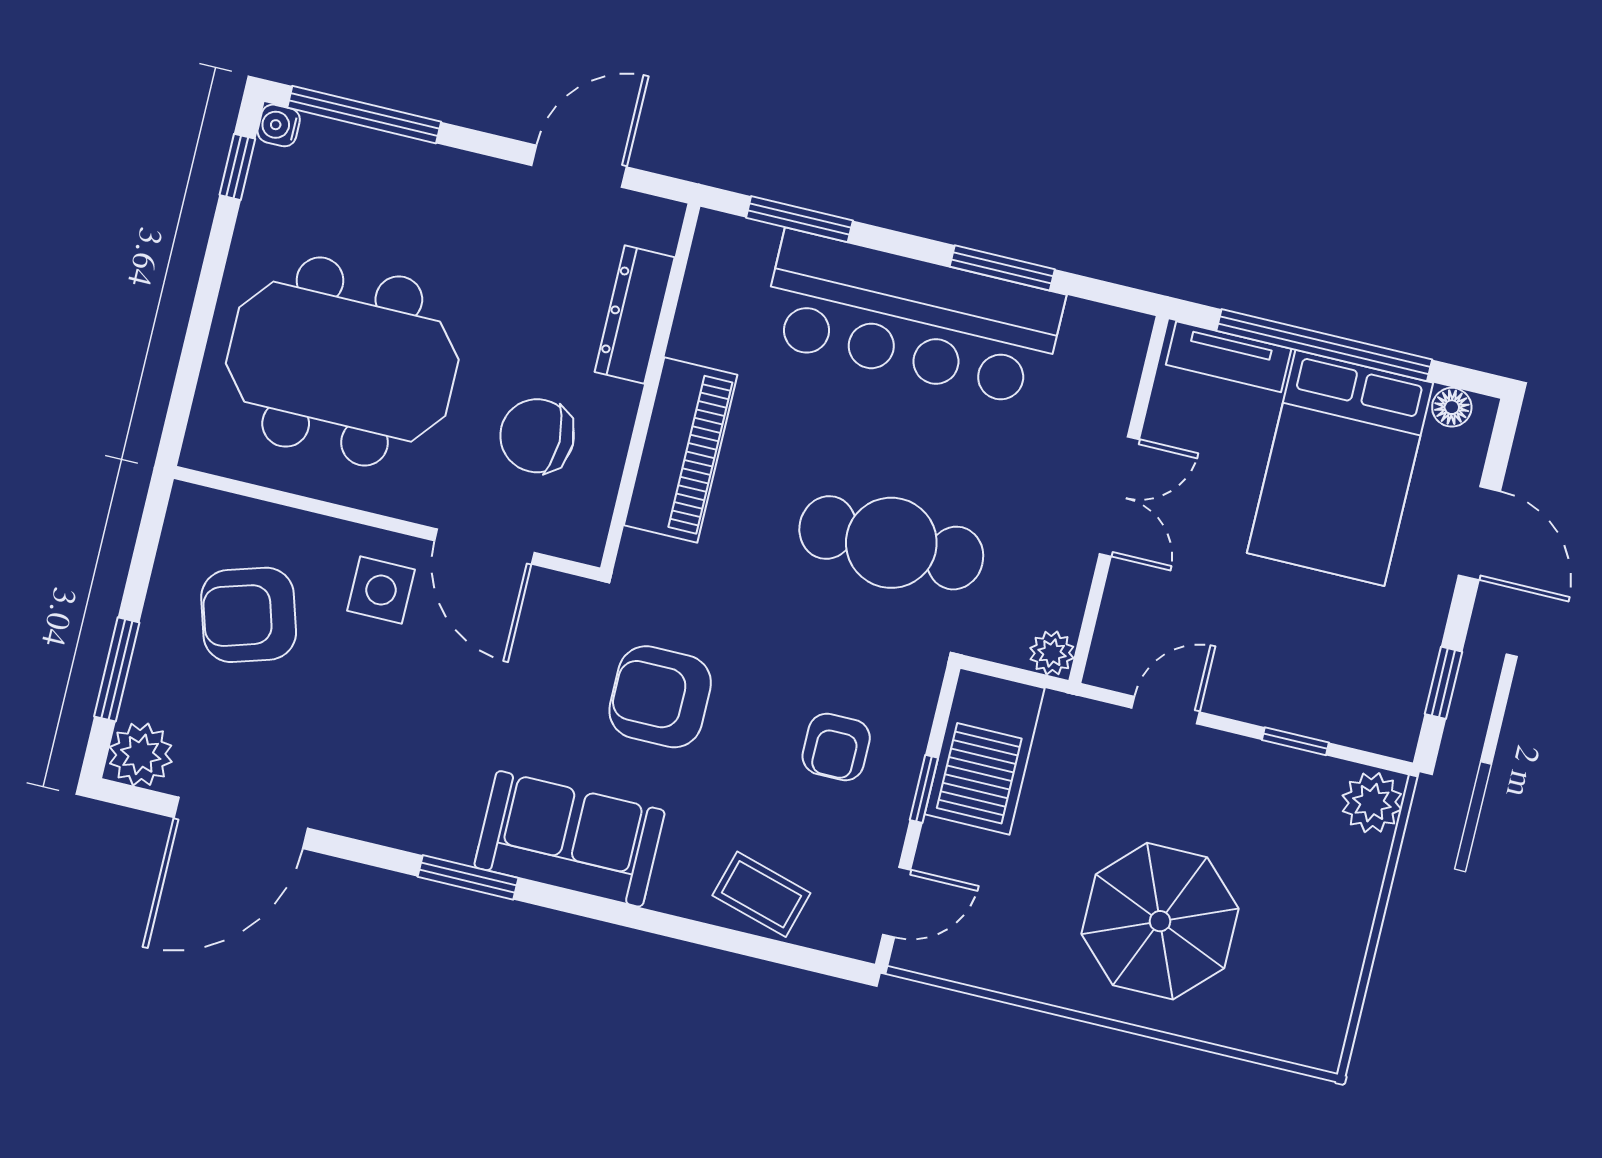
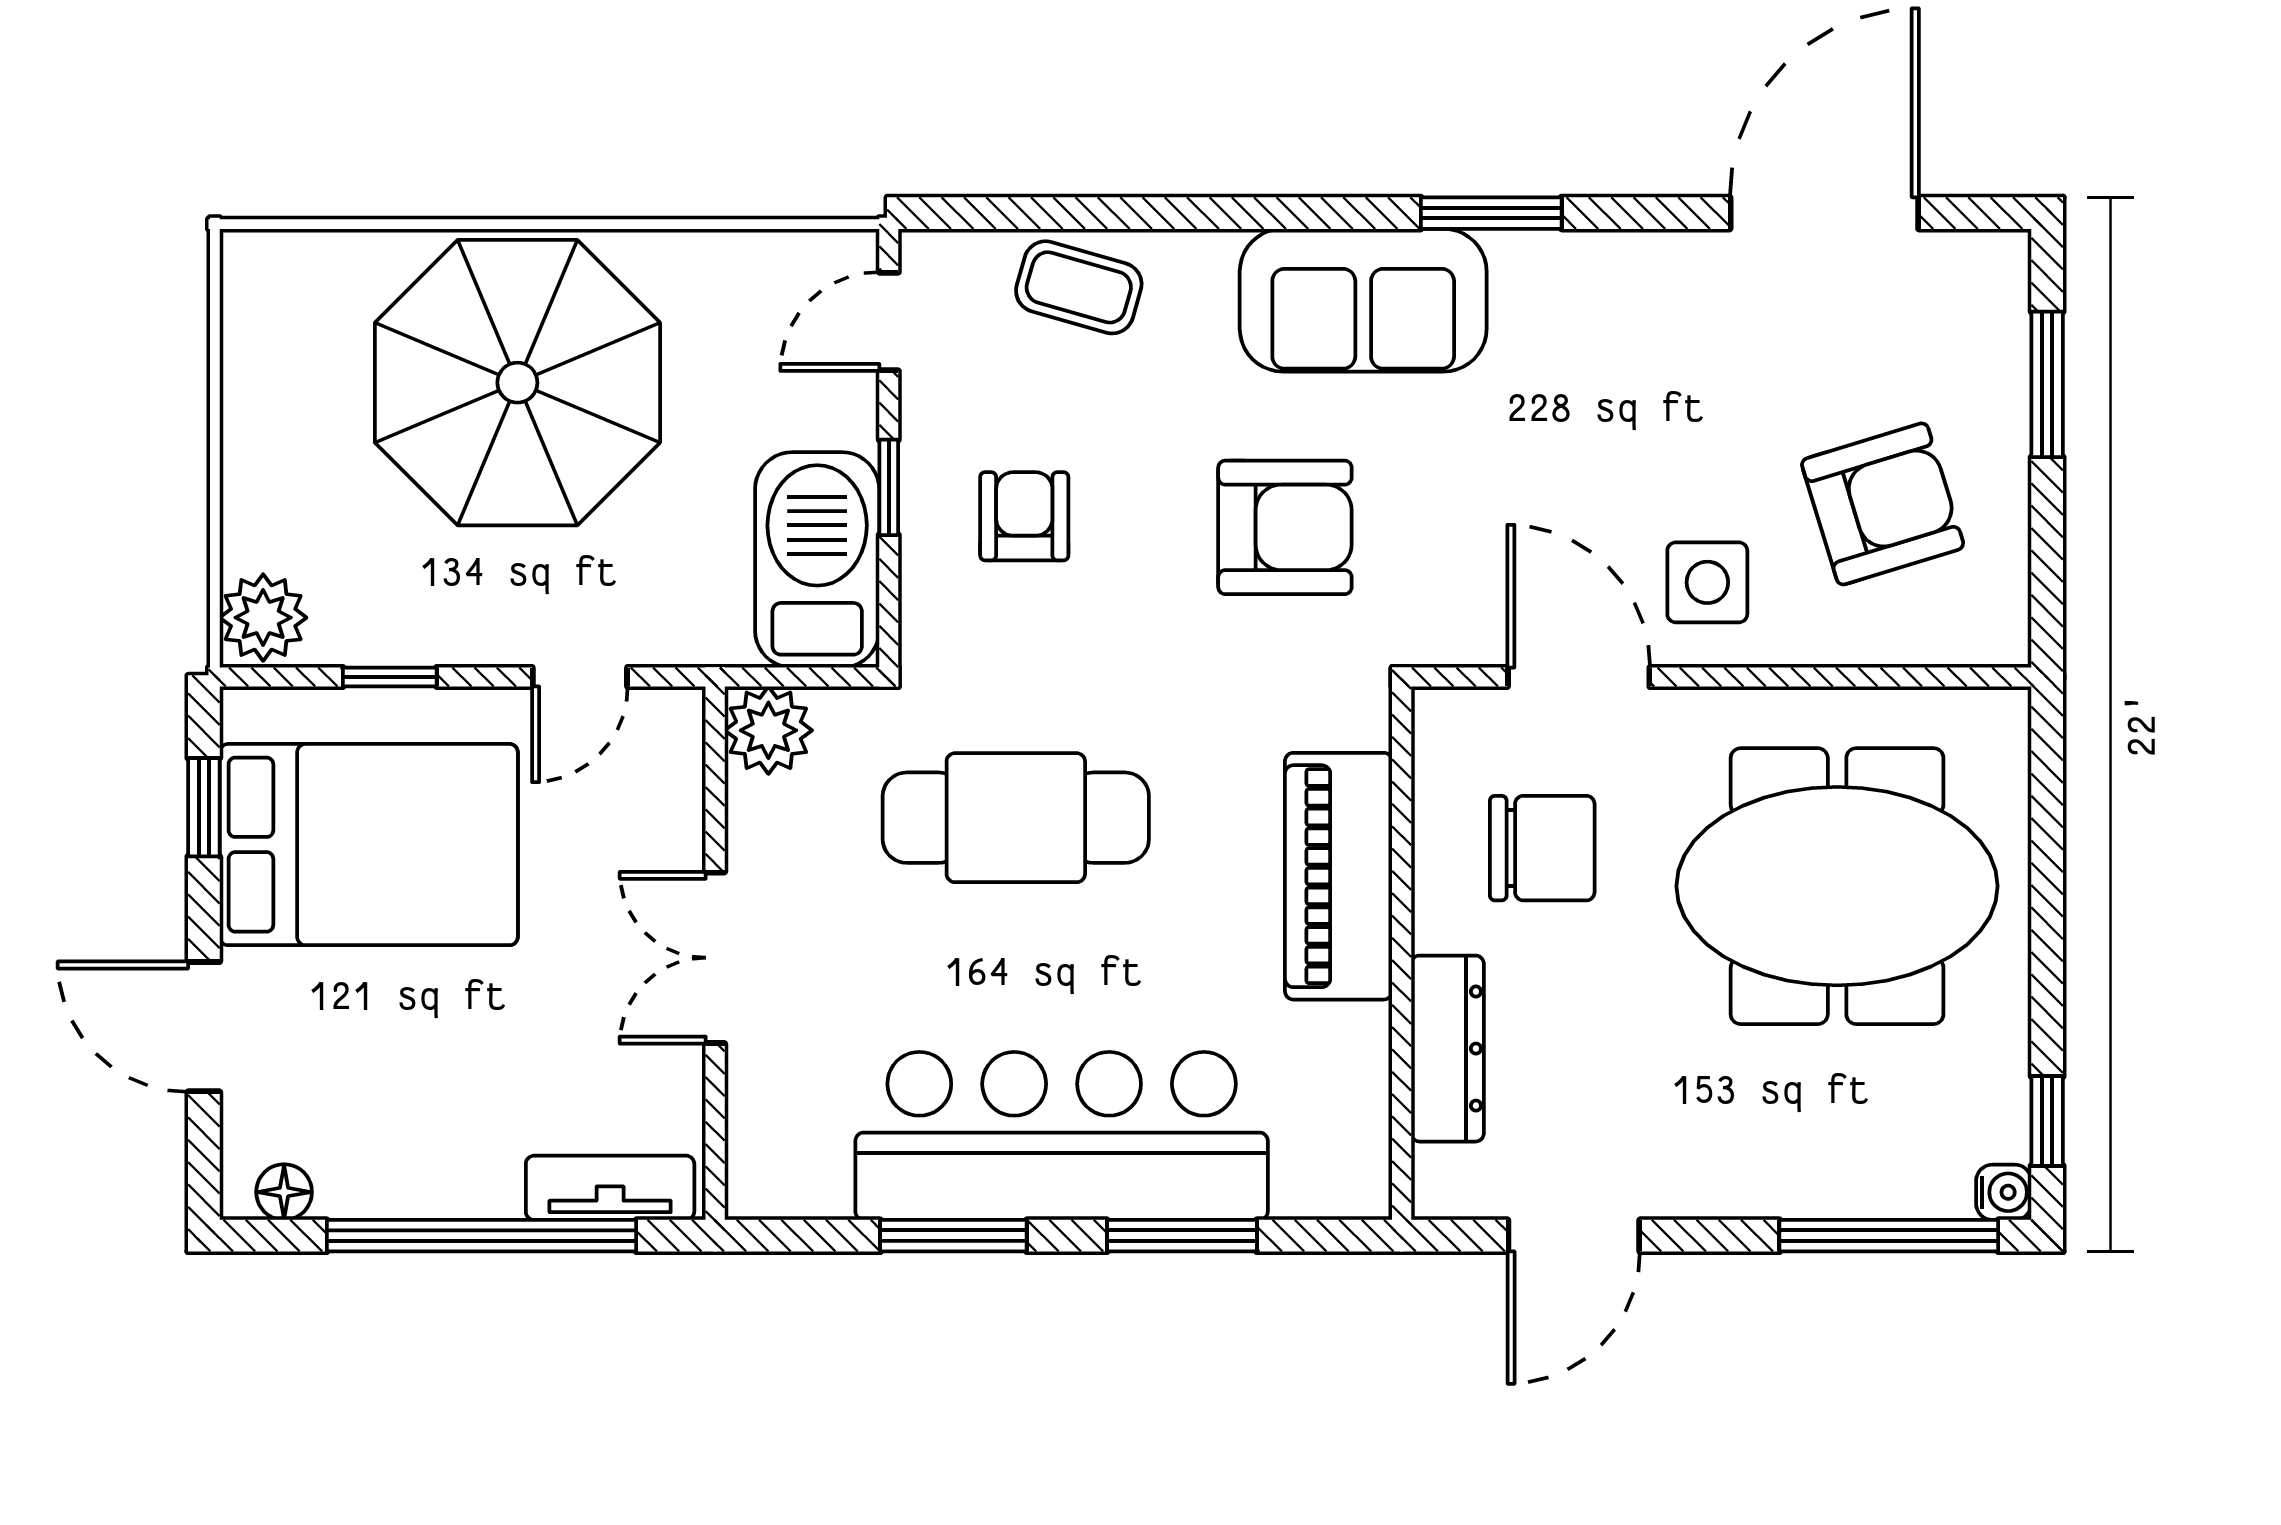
window: (799, 219) -> (1182, 1236), moved
bed: (1340, 468) -> (369, 845), moved, turned 90
plant: (1052, 653) -> (768, 730), width x1.38, depth x1.38
plant: (141, 754) -> (1986, 275), removed
parasol: (1160, 921) -> (517, 383), width x1.36, depth x1.36

